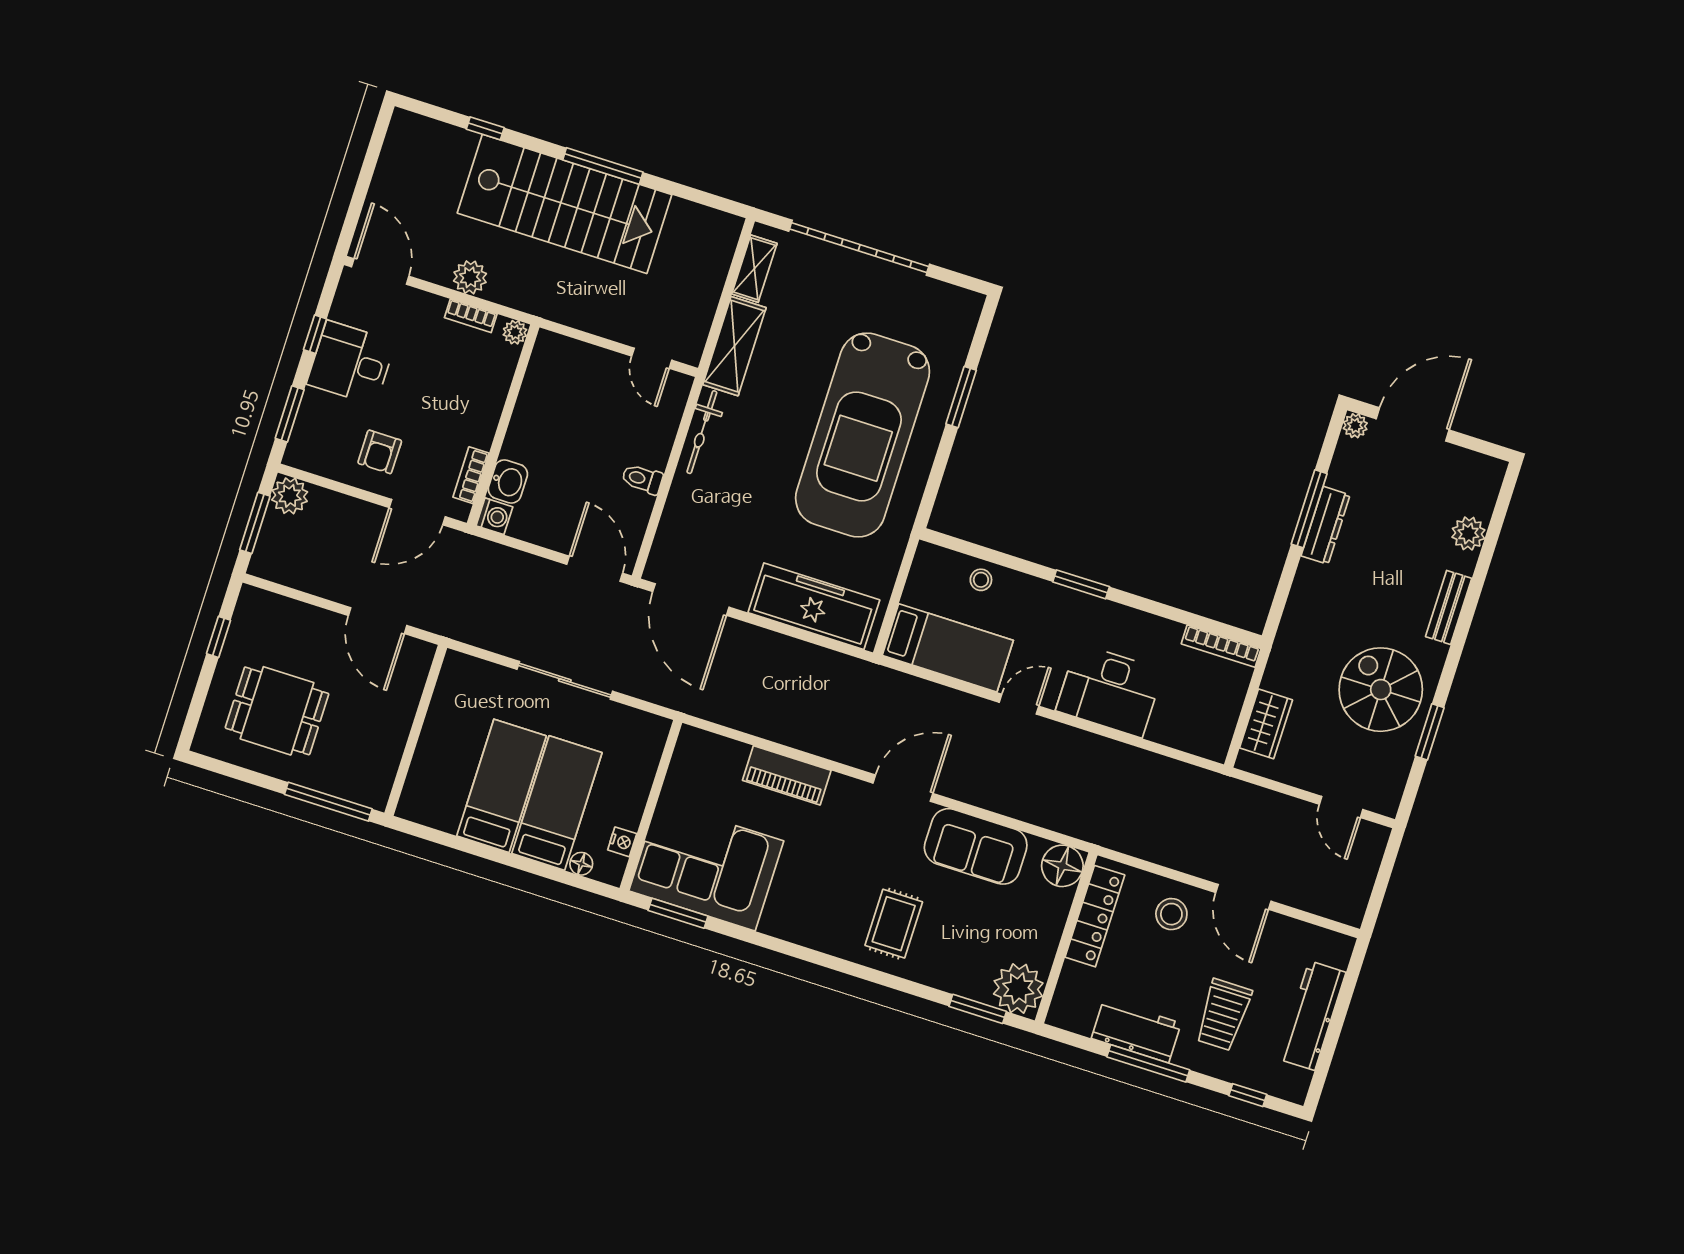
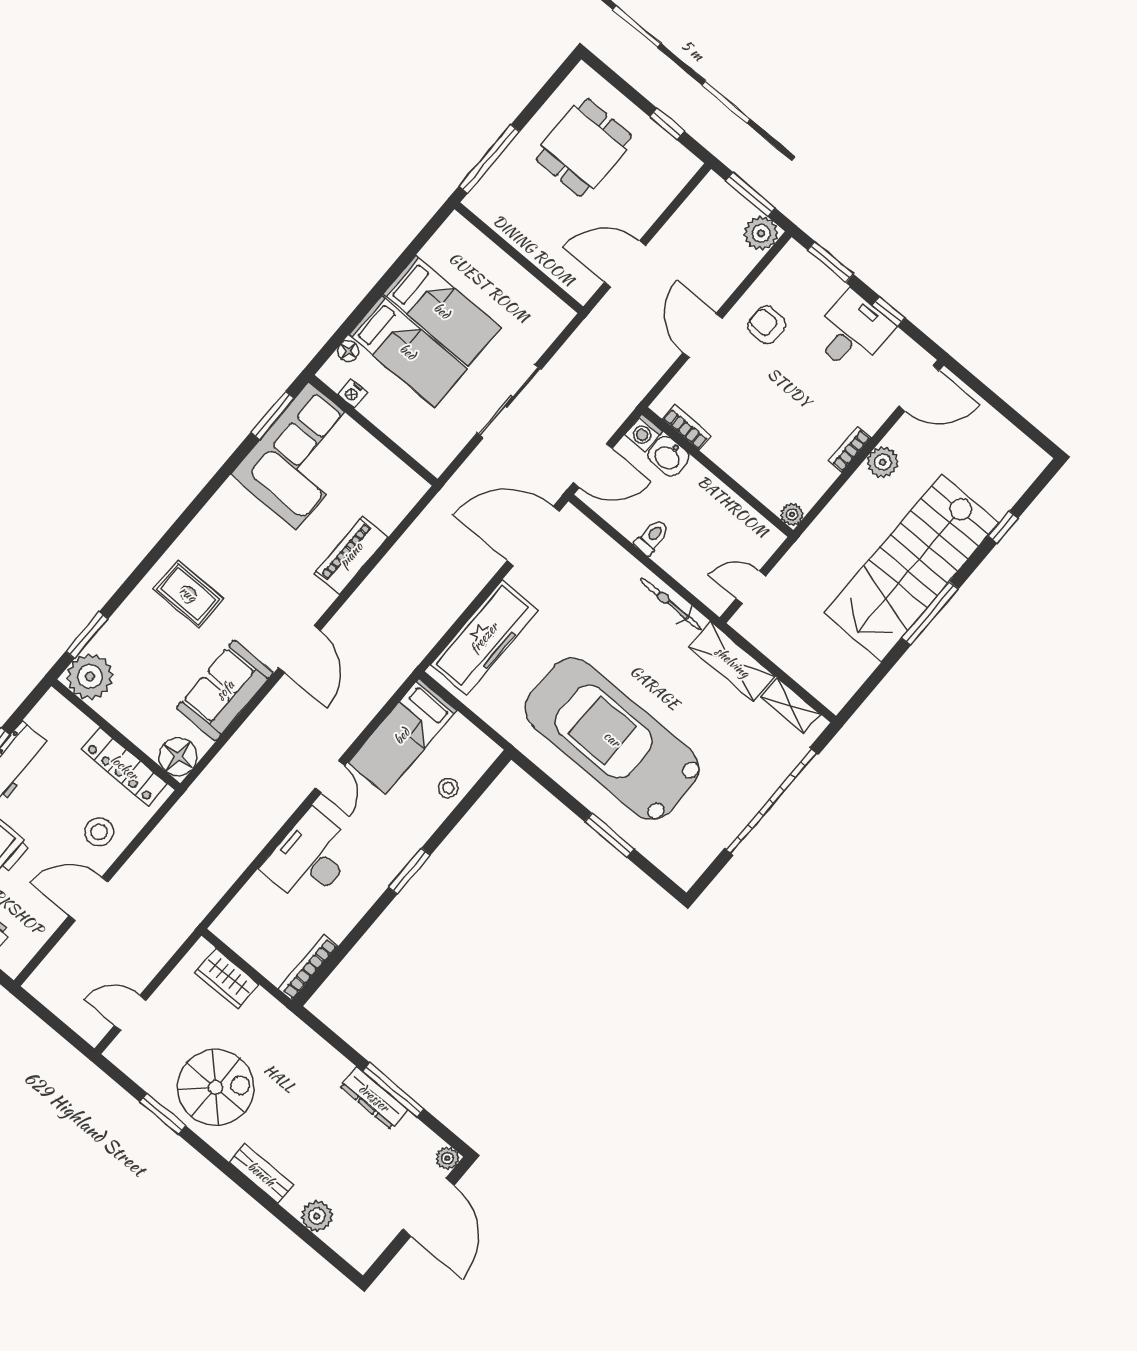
plant: (515, 332) -> (792, 515), moved
wall: (503, 425) -> (718, 472), moved
bookcase: (471, 475) -> (687, 427), moved
washbasin: (508, 482) -> (668, 456), moved
washing machine: (494, 516) -> (644, 433), moved

